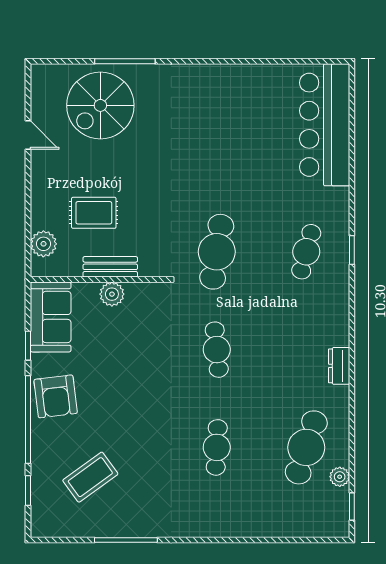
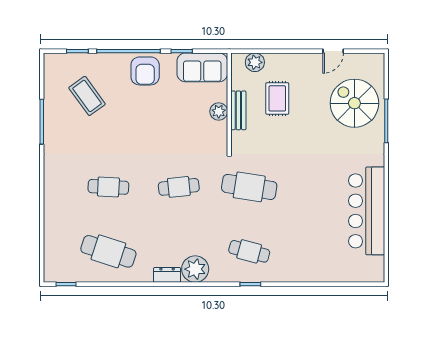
bar counter: (325, 125) -> (367, 211), moved, turned -90
armchair: (56, 396) -> (145, 71), turned -83
plant: (340, 477) -> (195, 269), moved, width x1.87, depth x1.87

